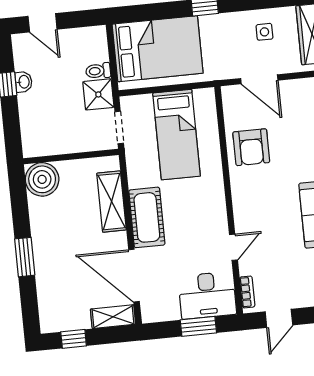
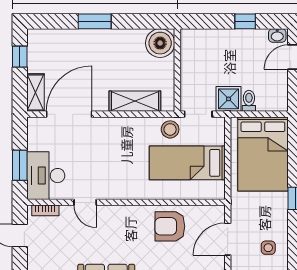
washbasin: (24, 82) -> (277, 35), moved
stool: (140, 158) -> (170, 129), added
cot: (147, 217) -> (118, 130), removed

